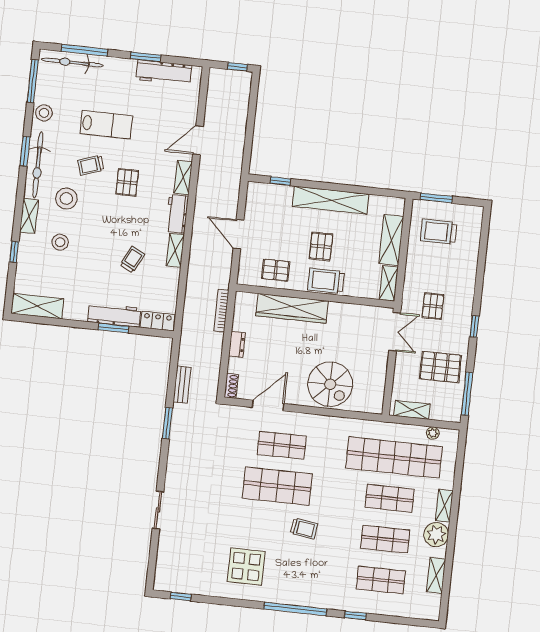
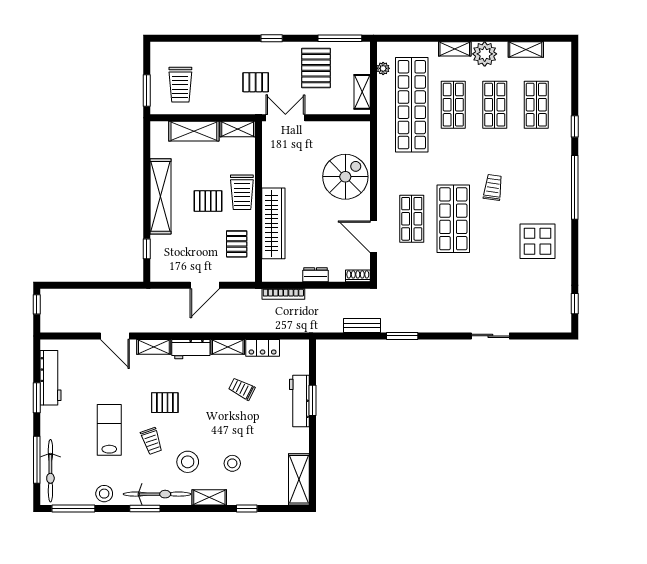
locker: (158, 321) -> (263, 348), moved, turned -90

